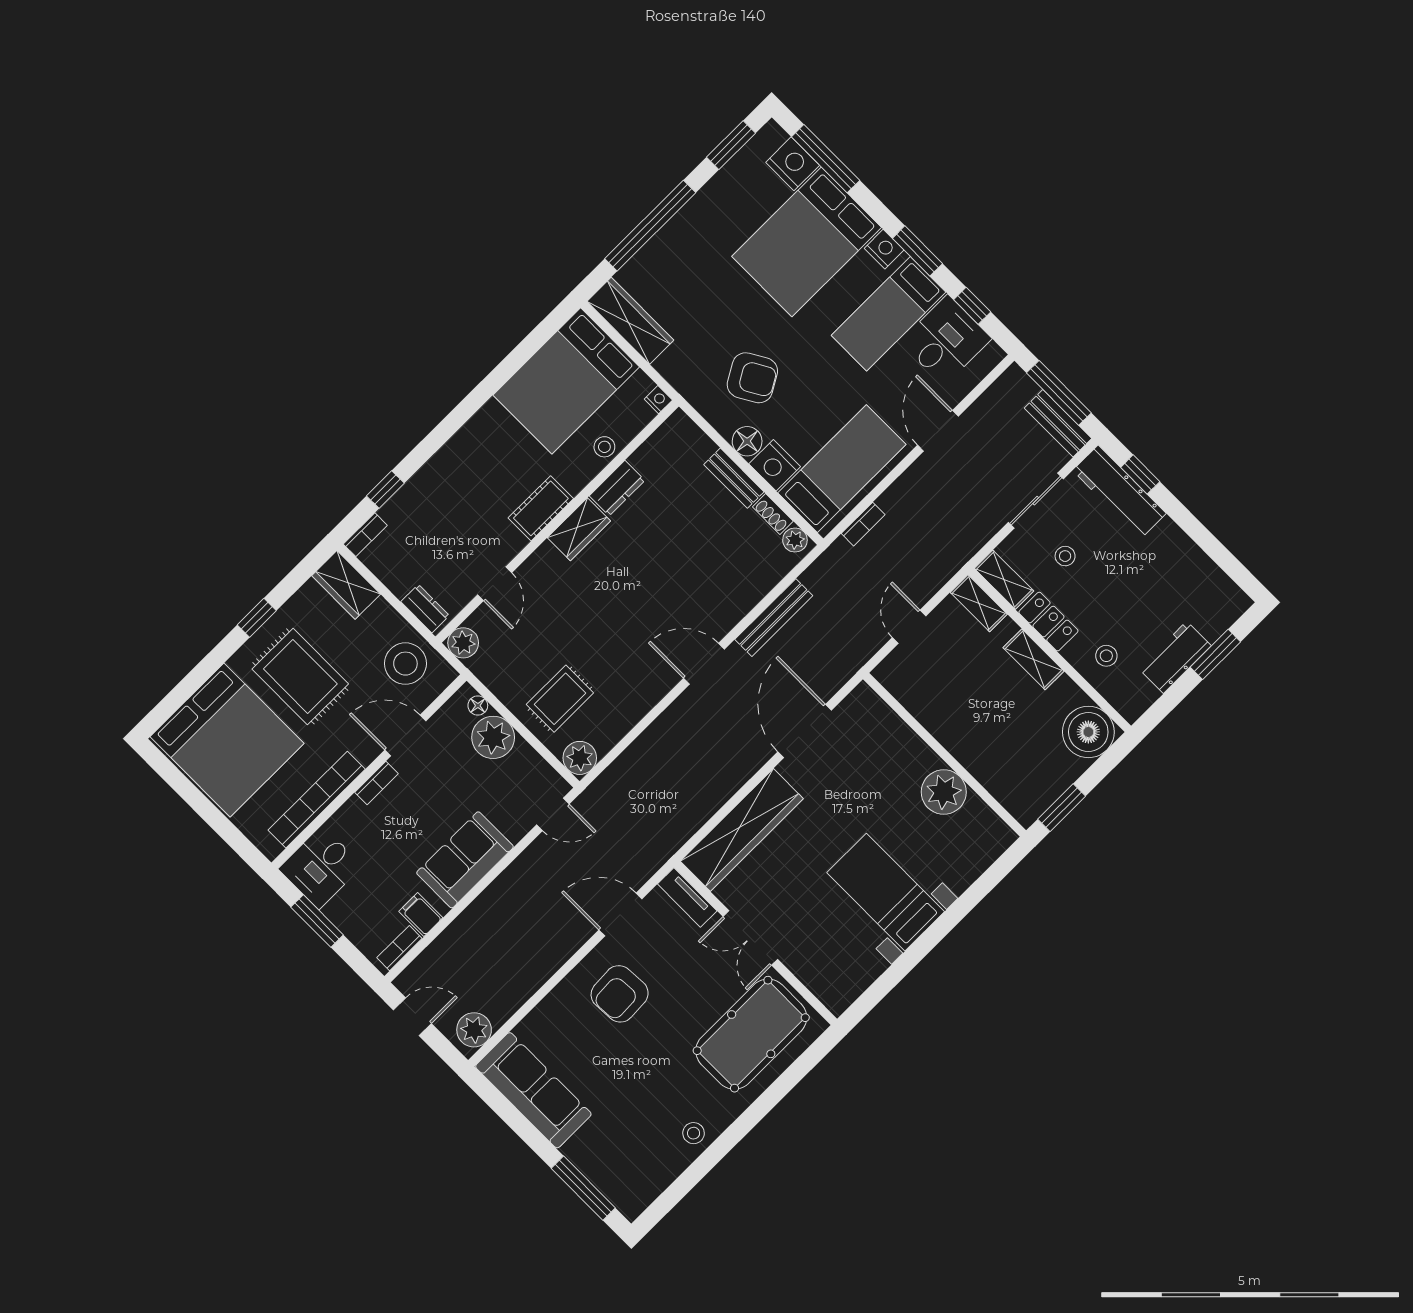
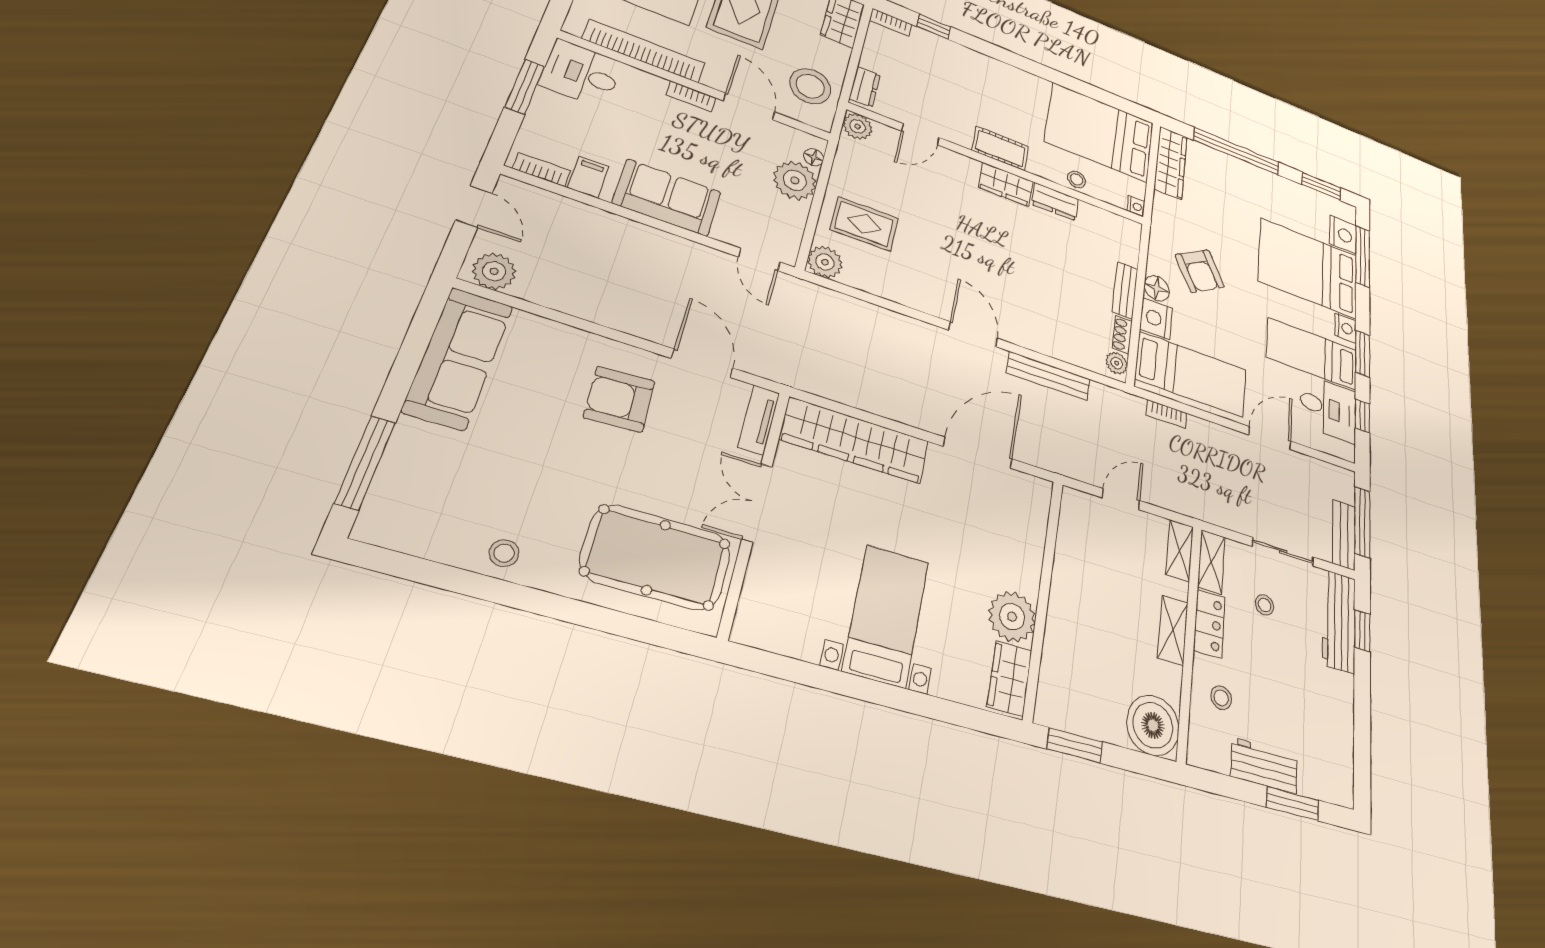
wardrobe: (986, 826) -> (1010, 679), added

